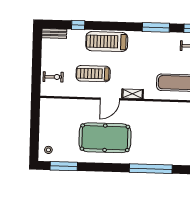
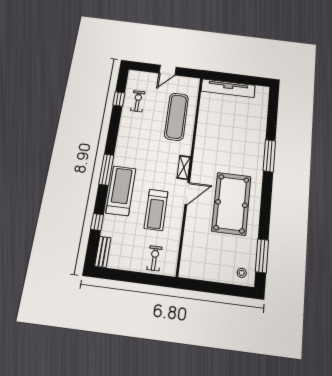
window: (156, 27) -> (106, 170), moved
treadmill: (107, 42) -> (121, 191), turned 180
door: (110, 99) -> (187, 194), hinge flipped
window: (151, 169) -> (269, 156), width x0.68

